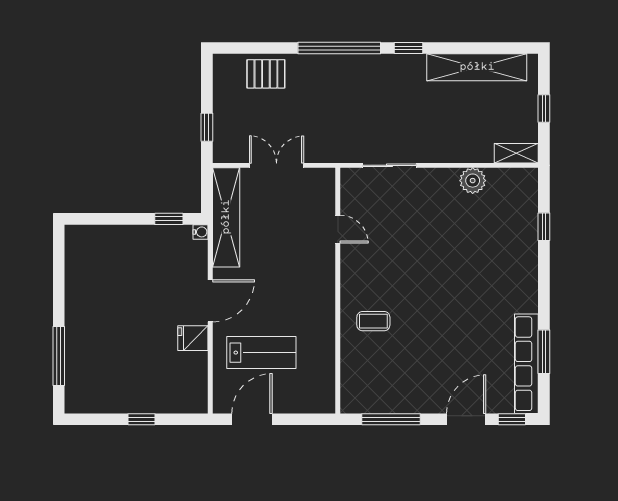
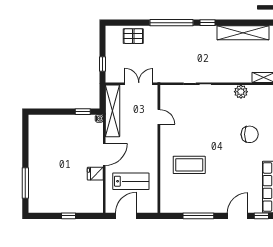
door: (338, 229) -> (159, 117), moved
chair: (489, 262) -> (250, 134), added
wall: (338, 291) -> (159, 149), moved
coffee table: (373, 321) -> (189, 165), width x1.86, depth x1.72

